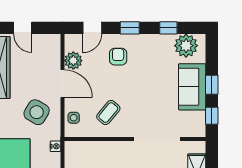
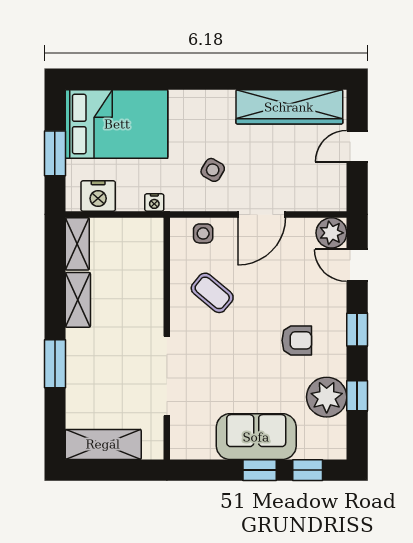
plant: (186, 46) -> (327, 397), moved
armchair: (118, 57) -> (297, 340), moved
plant: (73, 61) -> (331, 233), moved
side table: (37, 112) -> (213, 170), width x0.54, depth x0.54
window: (212, 116) -> (308, 470), moved

